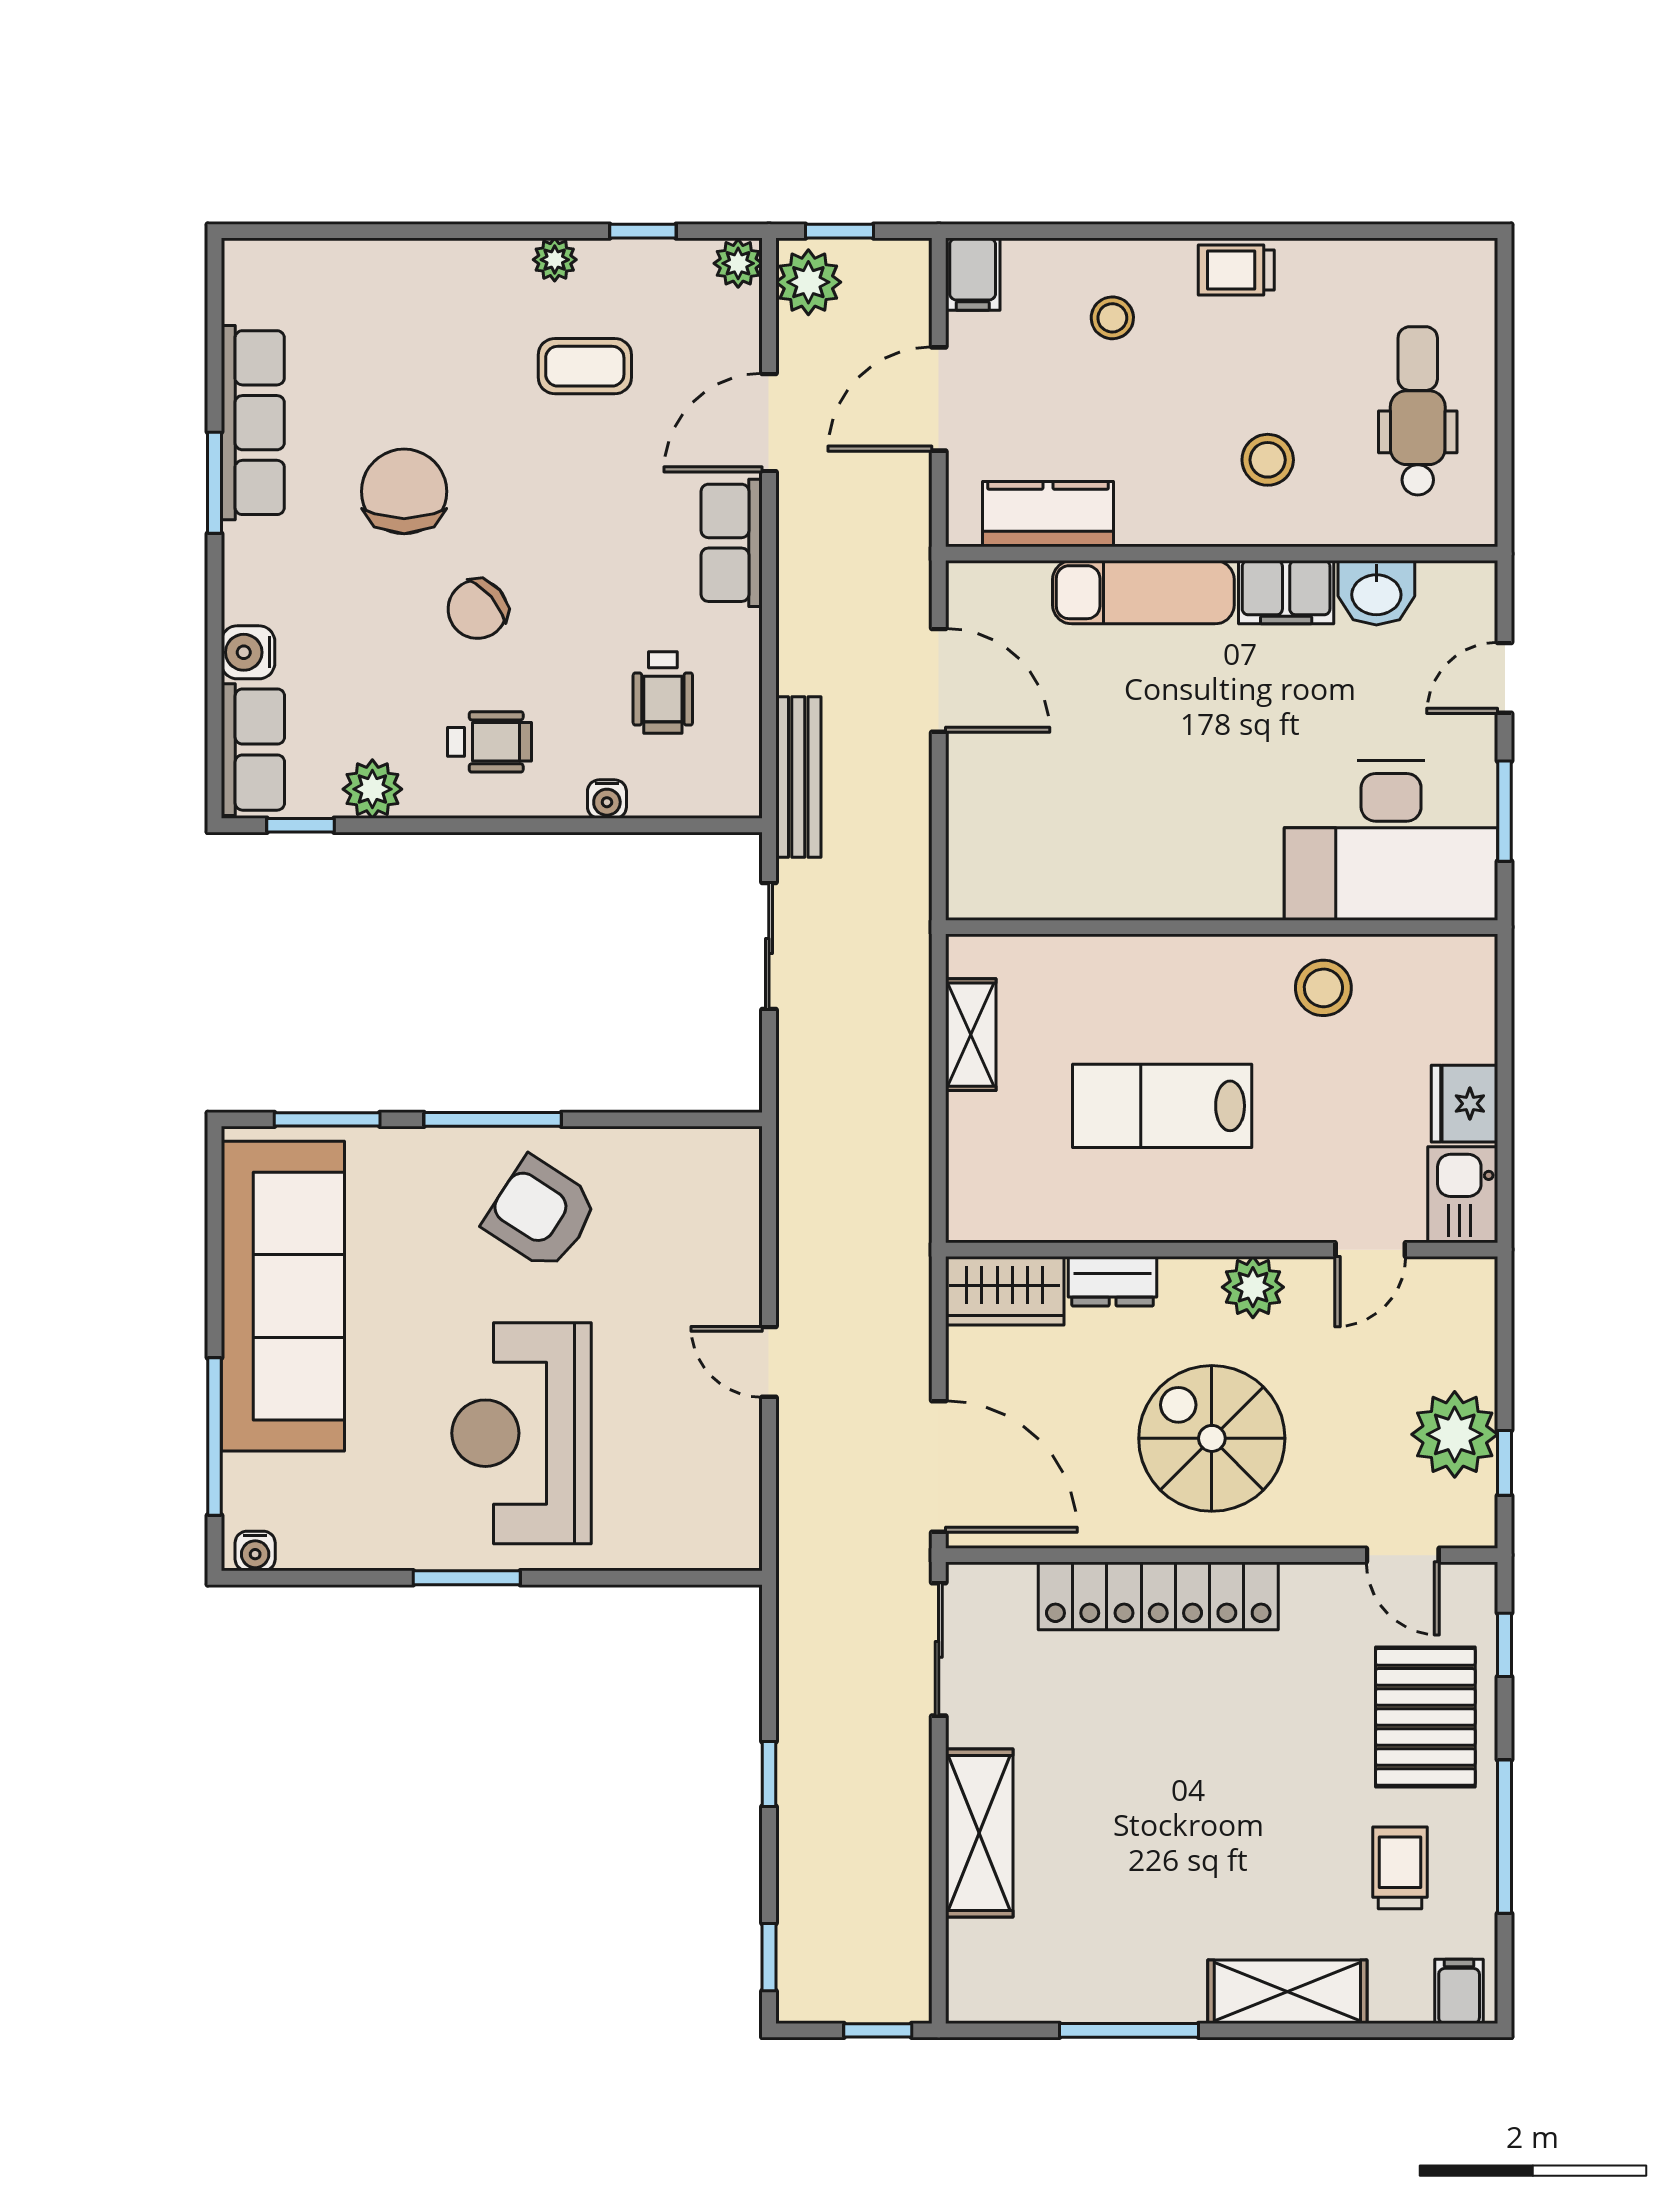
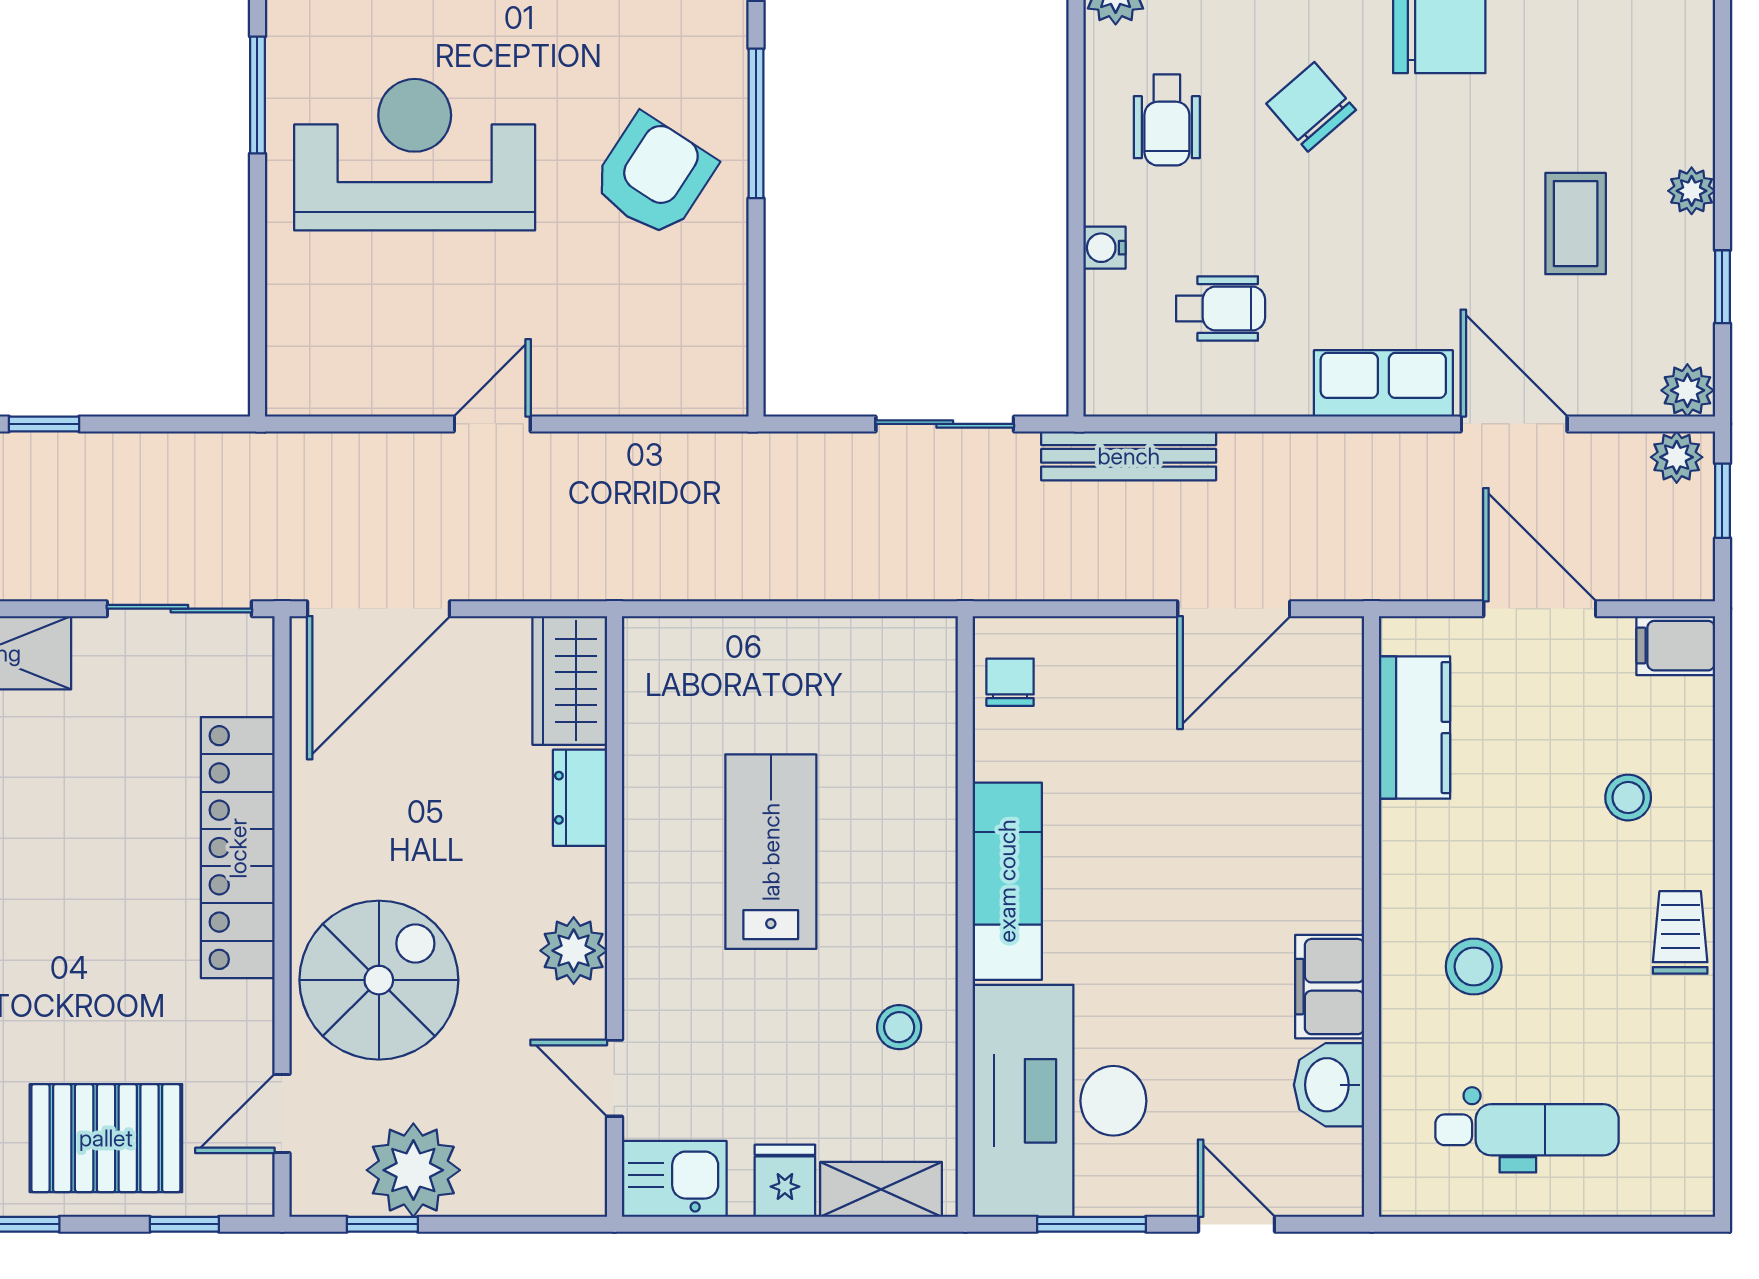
plant: (808, 282) -> (1677, 457), width x0.73, depth x0.73
exam couch: (1143, 592) -> (1007, 881), moved, turned 180
wheelchair: (663, 692) -> (1221, 309), turned 180
chair: (1006, 886) -> (1010, 682), added
stool: (1323, 988) -> (899, 1027), width x0.73, depth x0.73
shelving: (971, 1035) -> (881, 1189), moved
fridge: (1465, 1104) -> (785, 1181), width x0.72
spiral stairs: (1212, 1438) -> (379, 980), moved

